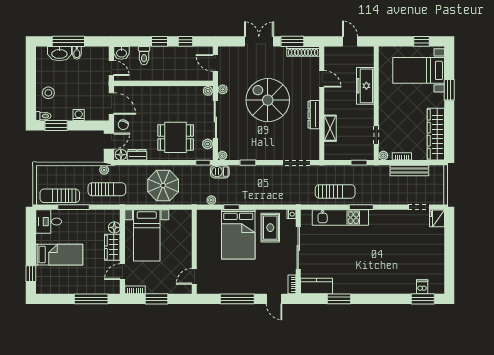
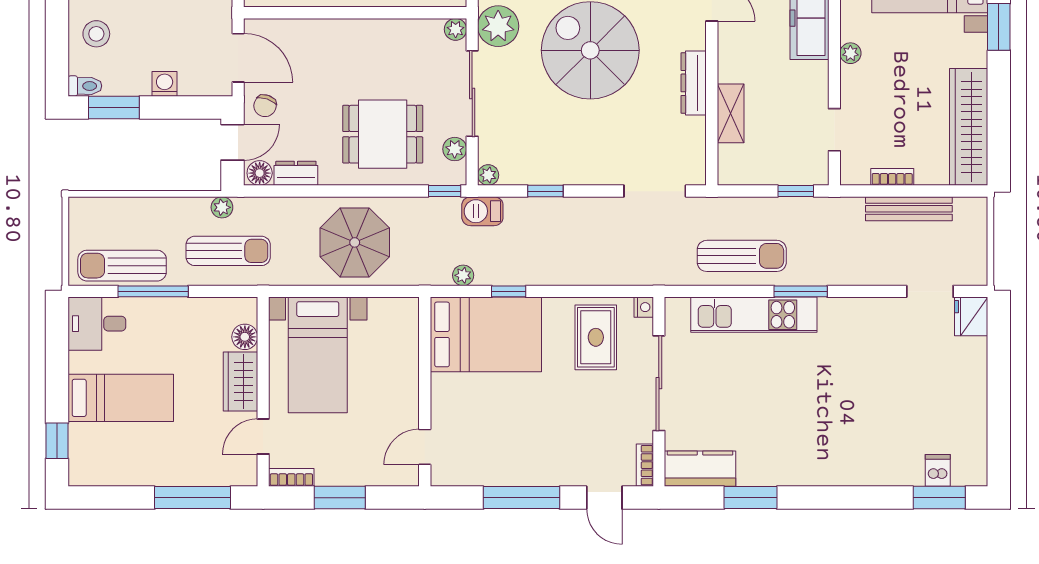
plant: (223, 89) -> (498, 26), width x1.87, depth x1.87
plant: (383, 156) -> (850, 53), moved
bed: (238, 234) -> (486, 334), moved, turned -90

